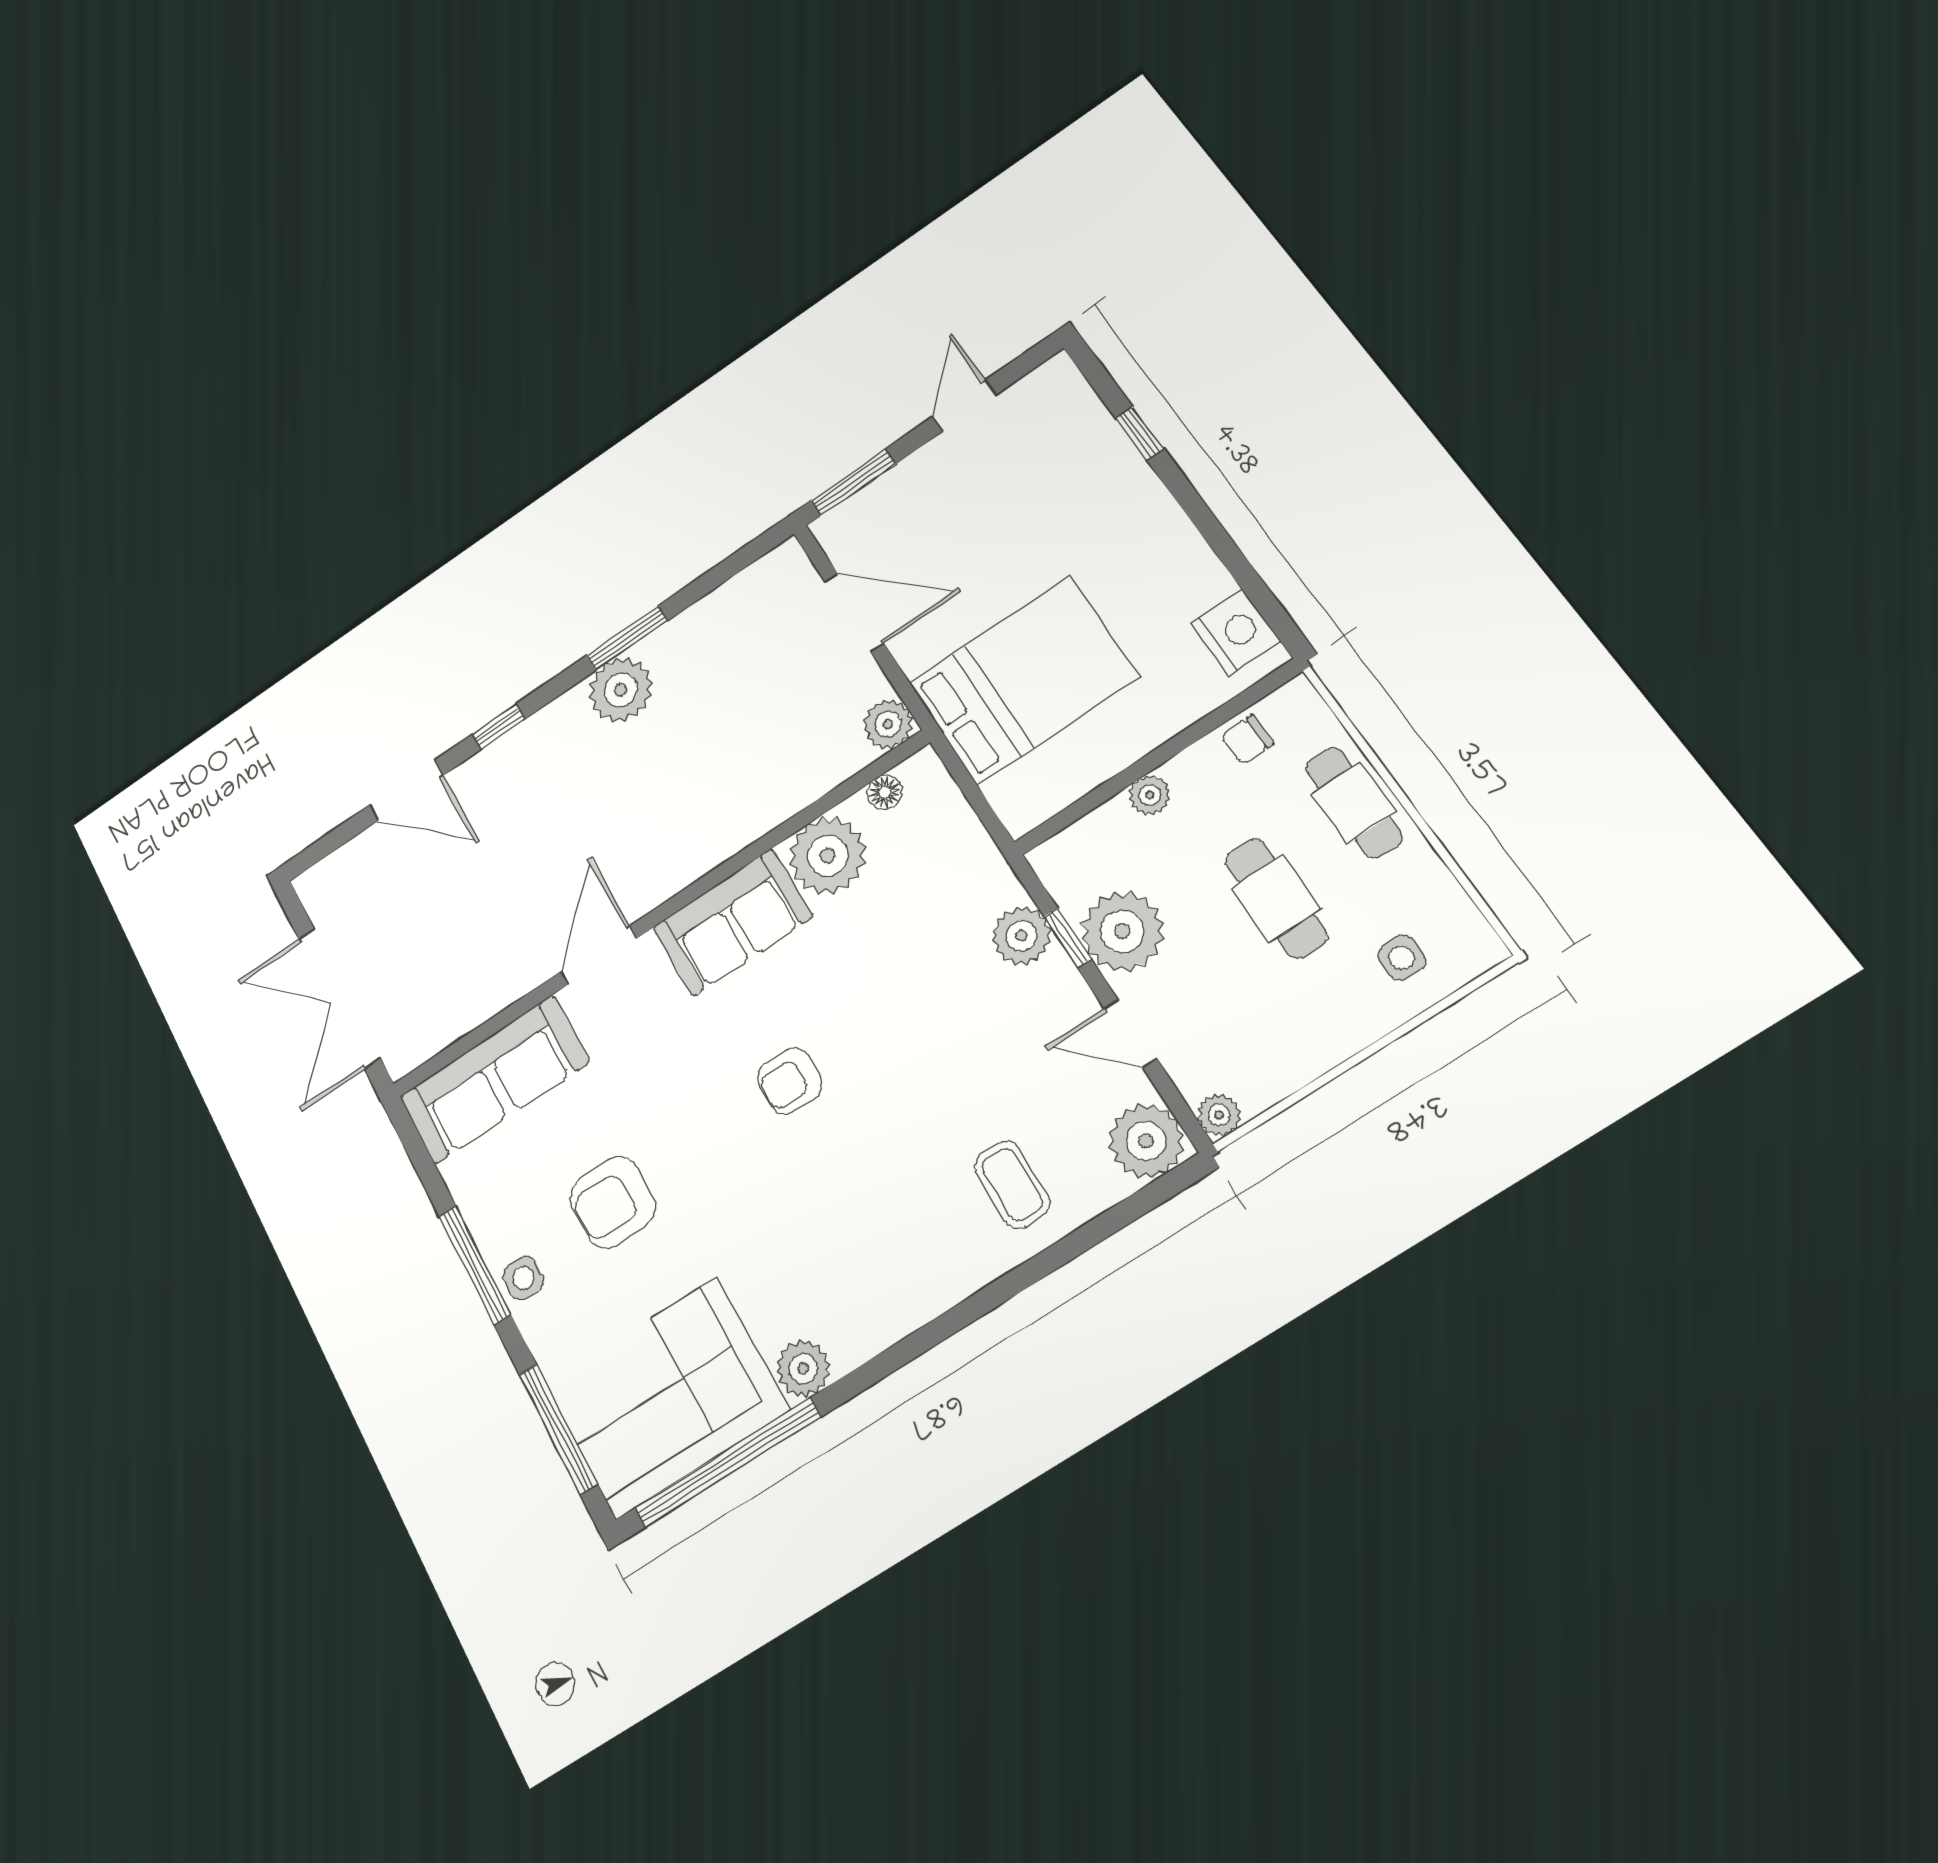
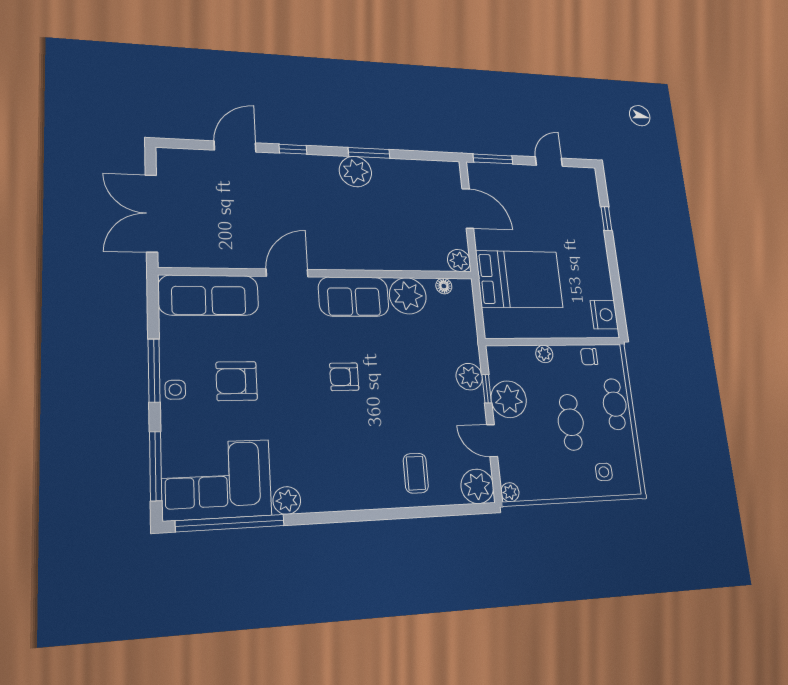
door: (406, 790) -> (235, 146), swing flipped

